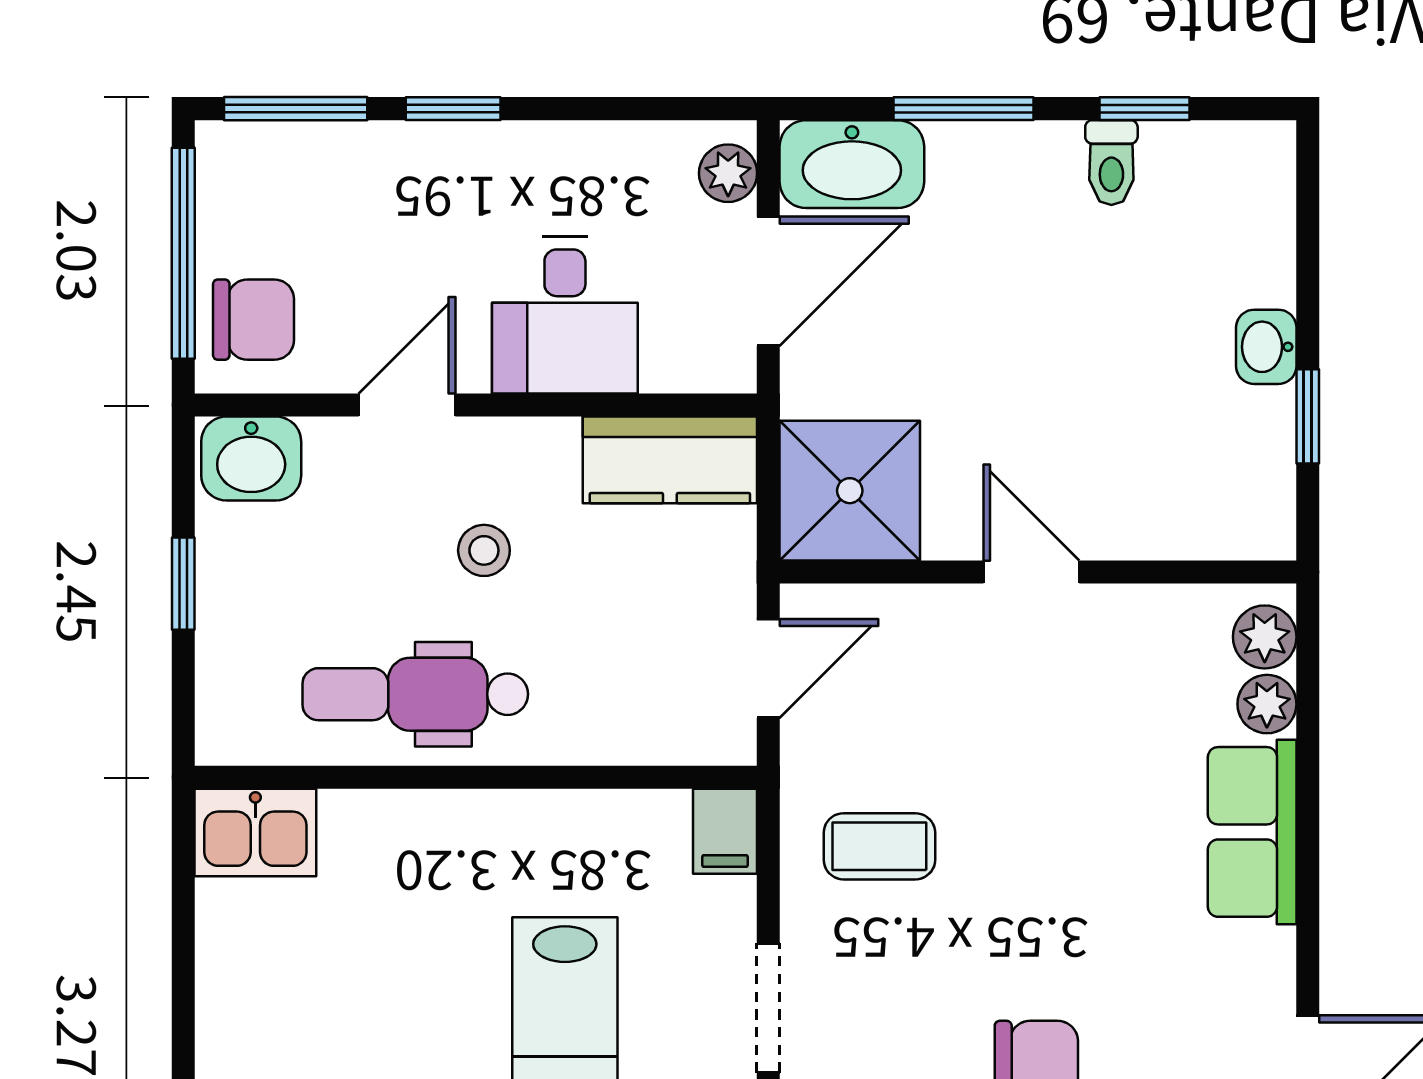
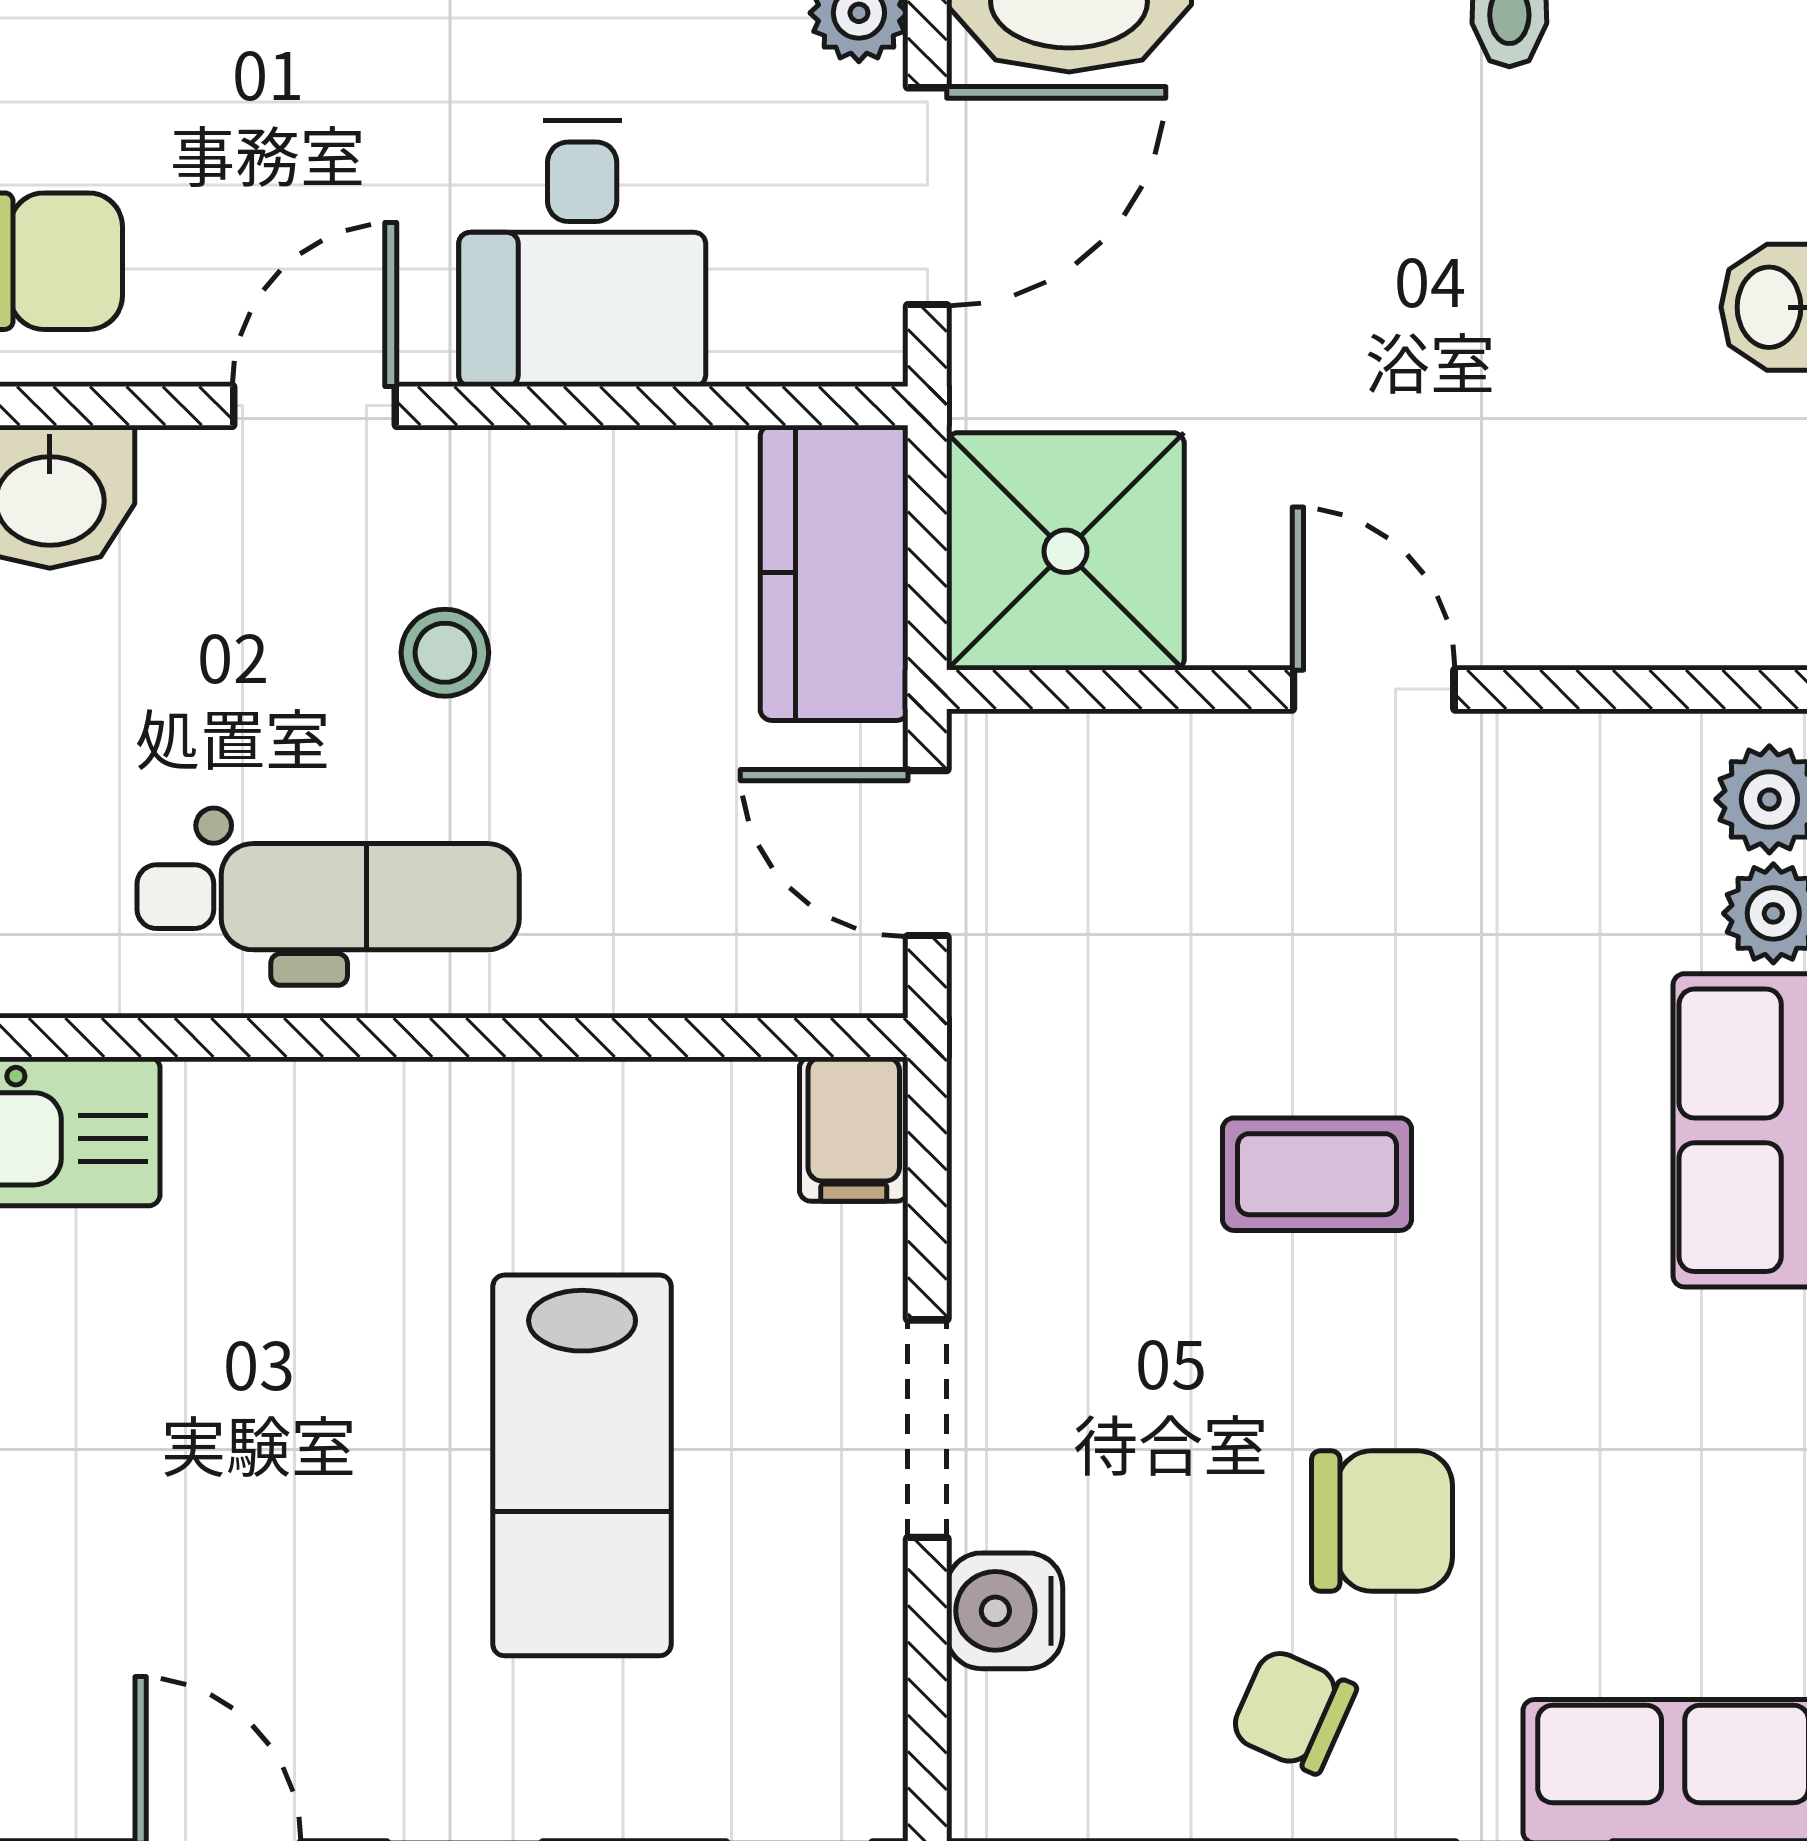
kitchen counter: (670, 460) -> (834, 573), moved, turned 90
door: (768, 669) -> (927, 853), swing flipped
dental chair: (415, 694) -> (328, 897), turned 180
coffee table: (879, 846) -> (1317, 1174), moved

